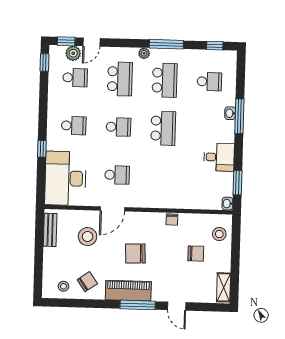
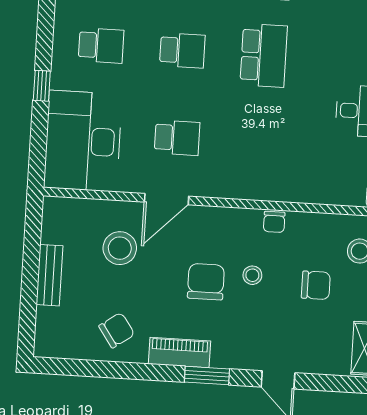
bench: (50, 230) -> (50, 275), moved
chair: (135, 253) -> (206, 282), turned 92
stool: (63, 286) -> (252, 275), moved
piano: (128, 291) -> (180, 353), width x0.73, depth x0.75
window: (138, 305) -> (207, 376), width x0.69

